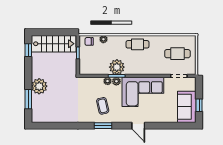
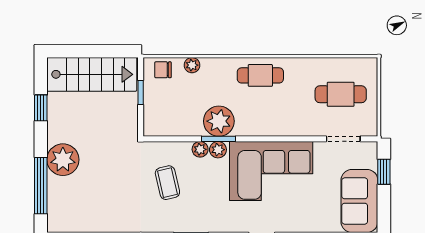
window: (28, 50) -> (41, 108), moved
window: (28, 99) -> (41, 186), width x1.44
window: (199, 105) -> (384, 172), moved
coffee table: (103, 106) -> (167, 183), moved

